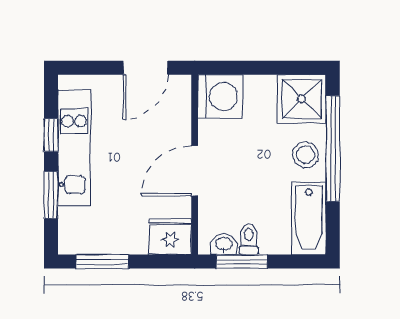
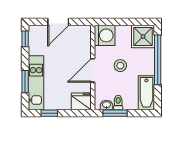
door: (146, 68) -> (58, 22), moved
window: (51, 135) -> (25, 39), moved
kitchen unit: (74, 148) -> (36, 83), moved
stool: (305, 155) -> (120, 66), moved
window: (102, 262) -> (49, 113), width x0.67

